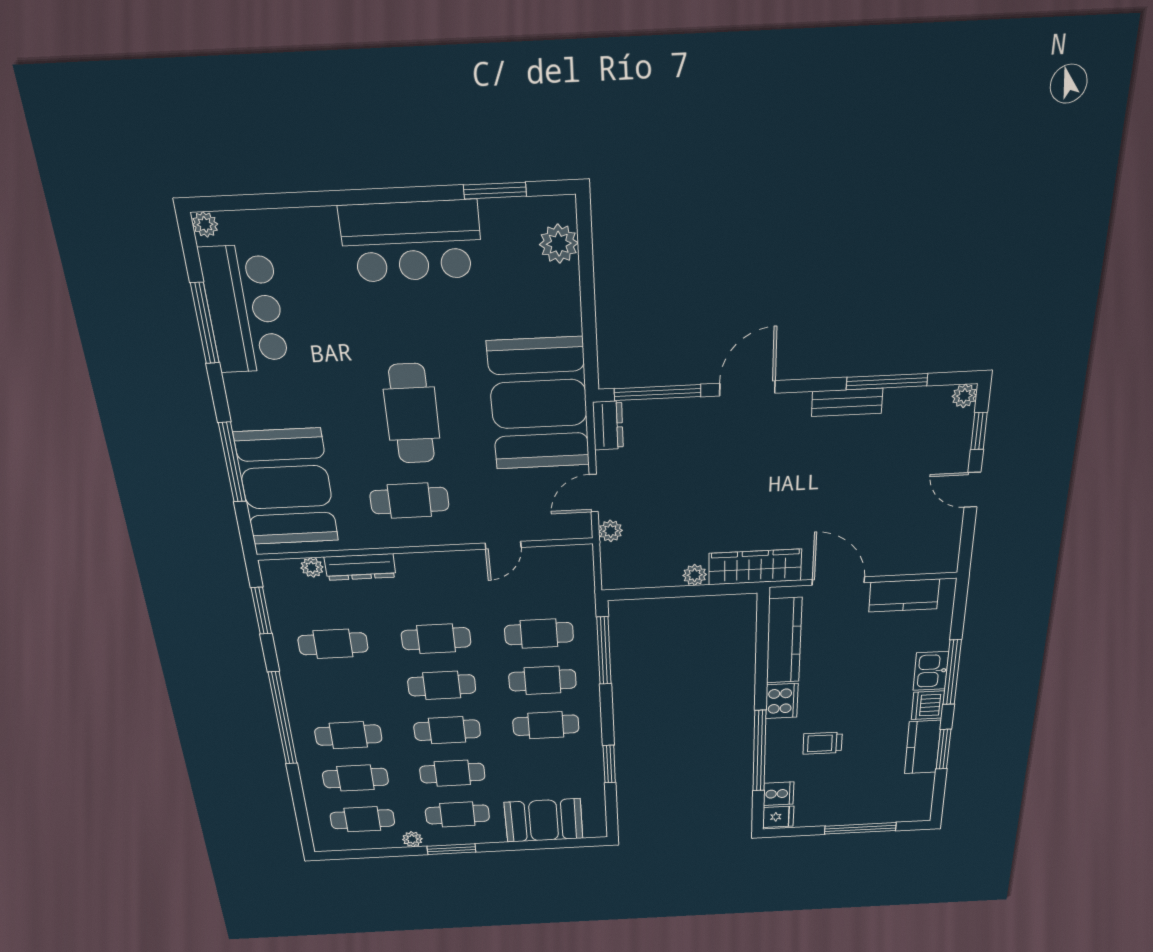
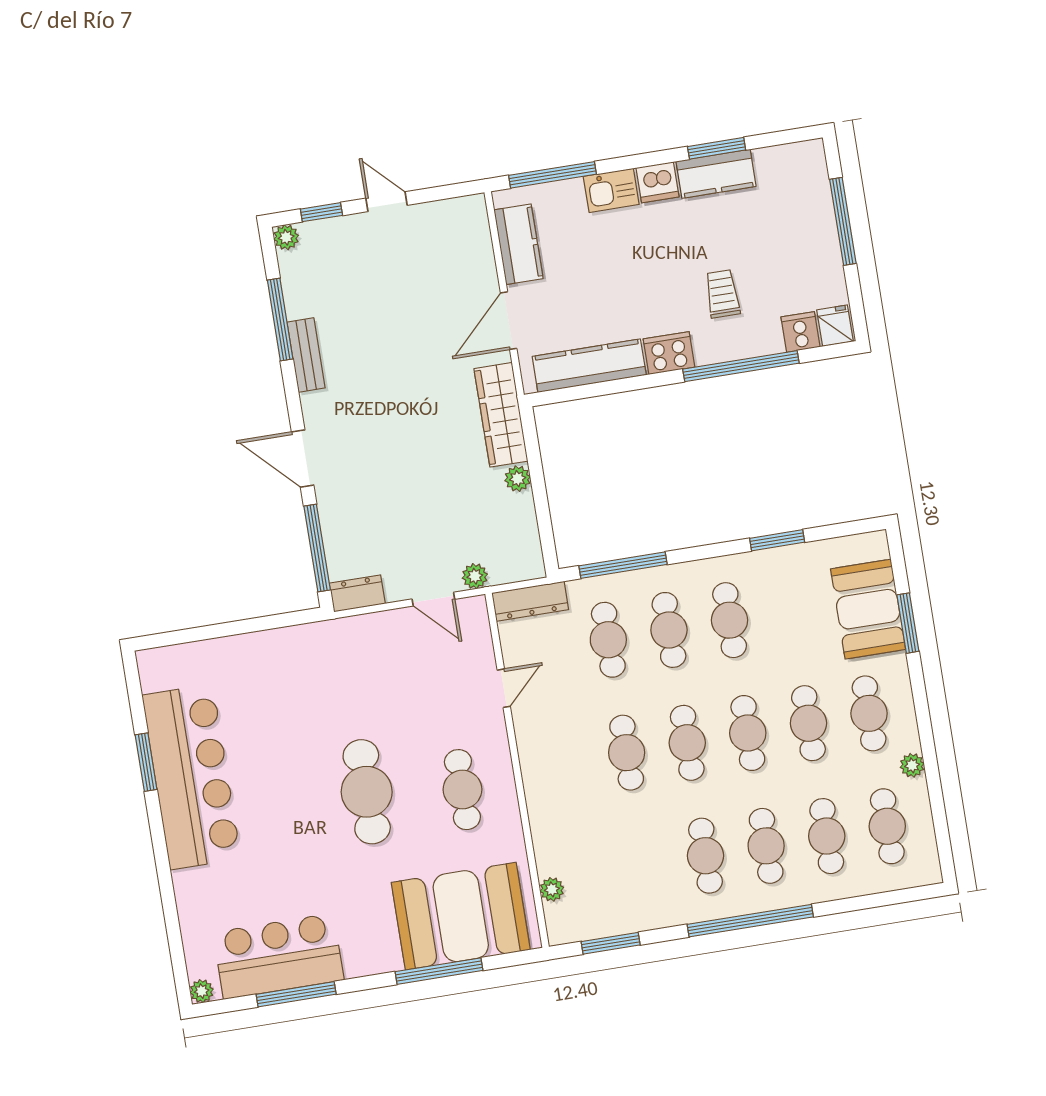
window: (495, 191) -> (146, 762), moved
bar counter: (411, 241) -> (191, 777), width x1.36
plant: (559, 244) -> (182, 662), removed
booth: (539, 404) -> (342, 665), removed
cafe table: (412, 414) -> (367, 792), turned 90
door: (972, 490) -> (387, 202), swing flipped
door: (503, 545) -> (504, 688), hinge flipped
dresser: (360, 567) -> (530, 601), moved, turned 90
cafe table: (333, 644) -> (706, 856), moved
window: (952, 672) -> (553, 175), moved
trolley: (823, 743) -> (722, 294), turned 180
window: (451, 849) -> (908, 623), moved

